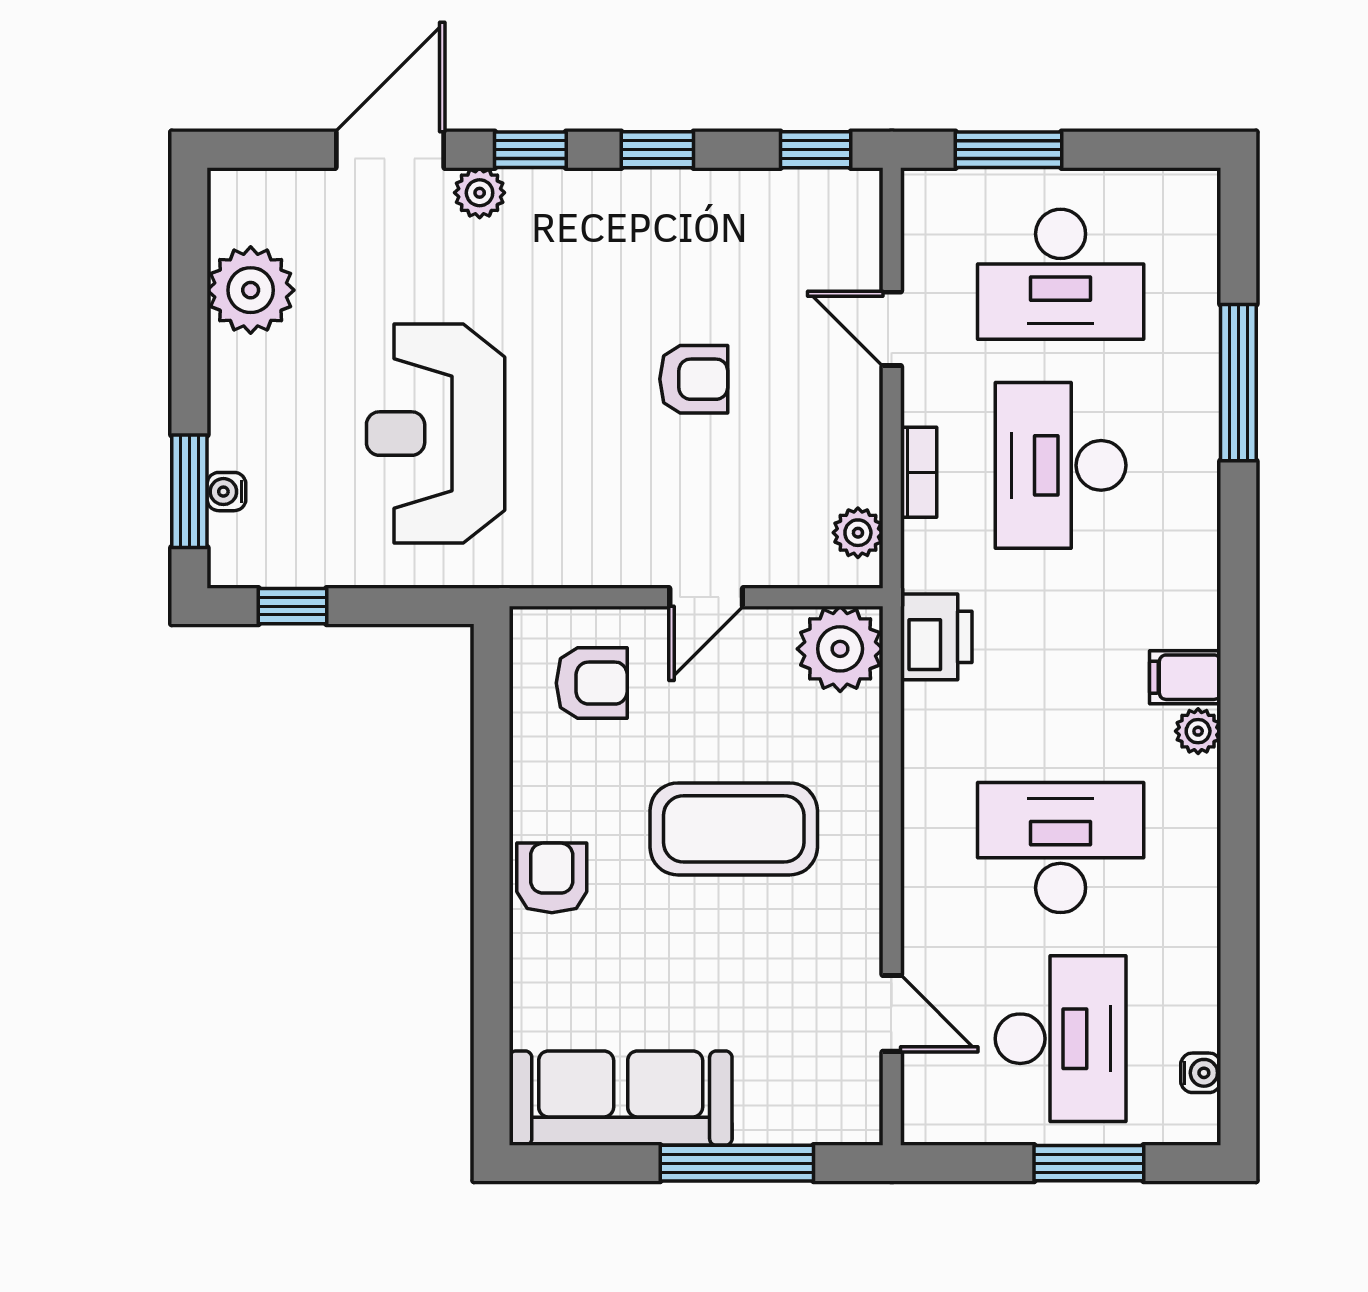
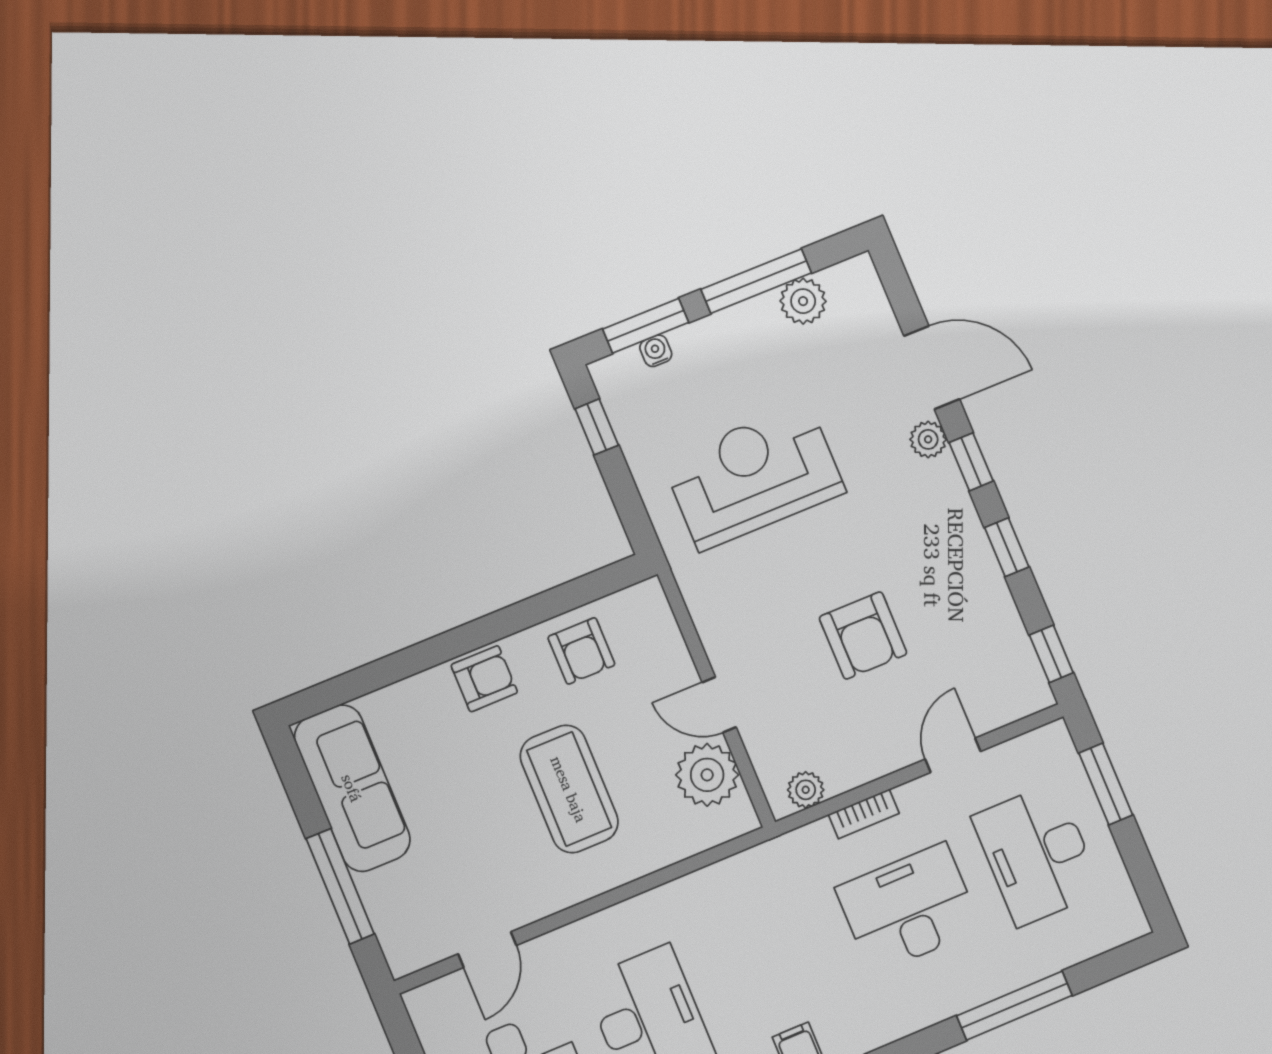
plant: (251, 290) -> (803, 301), width x0.73, depth x0.73
window: (189, 328) -> (756, 281), added
armchair: (694, 379) -> (863, 635), width x1.38, depth x1.38
printer: (936, 637) -> (757, 872), removed
plant: (840, 649) -> (707, 775), moved
armchair: (592, 683) -> (581, 651), moved

